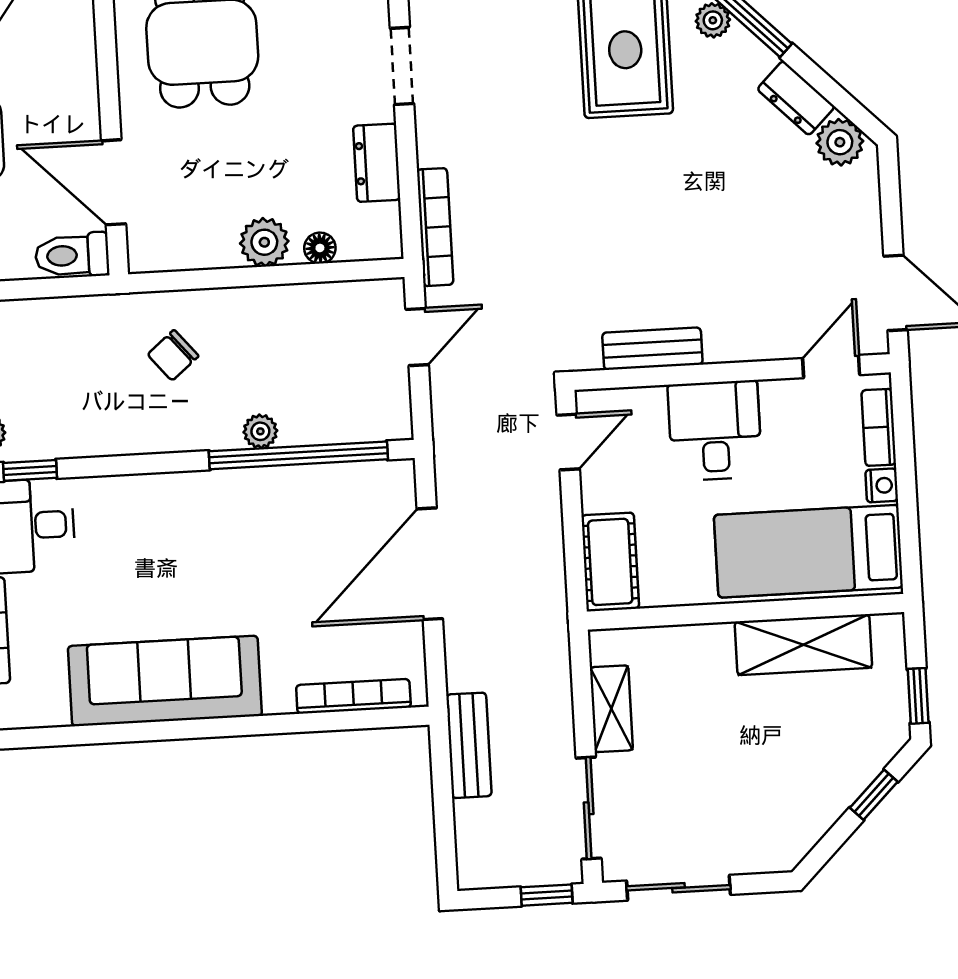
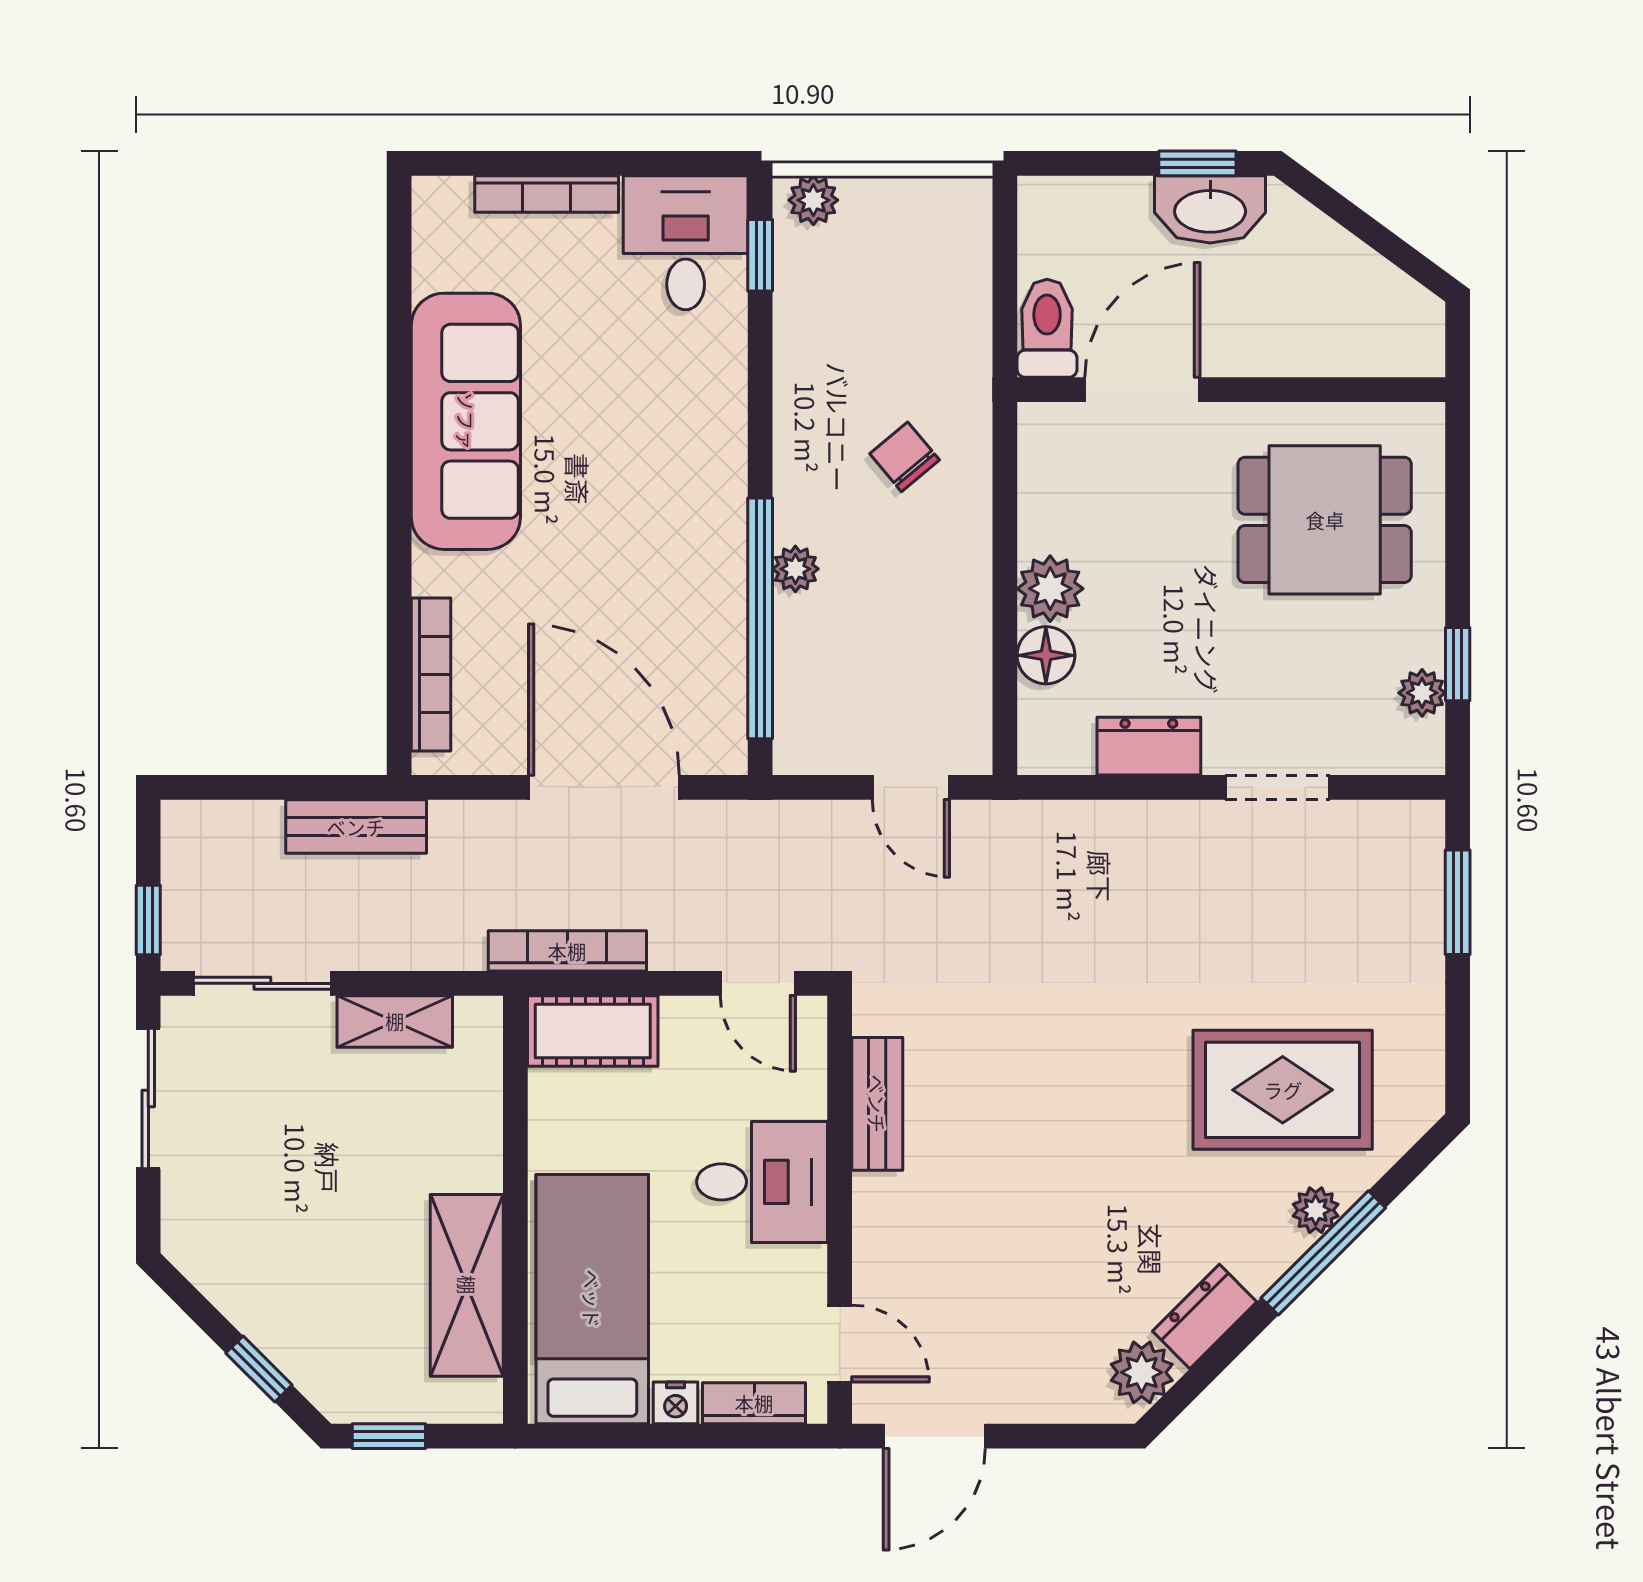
bookcase: (435, 227) -> (567, 951), moved, turned 180
floor lamp: (320, 248) -> (1046, 655), width x1.37, depth x1.37

